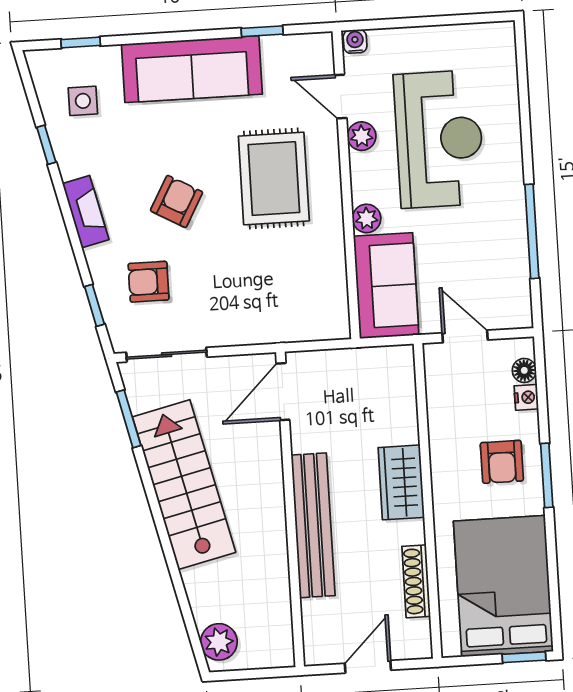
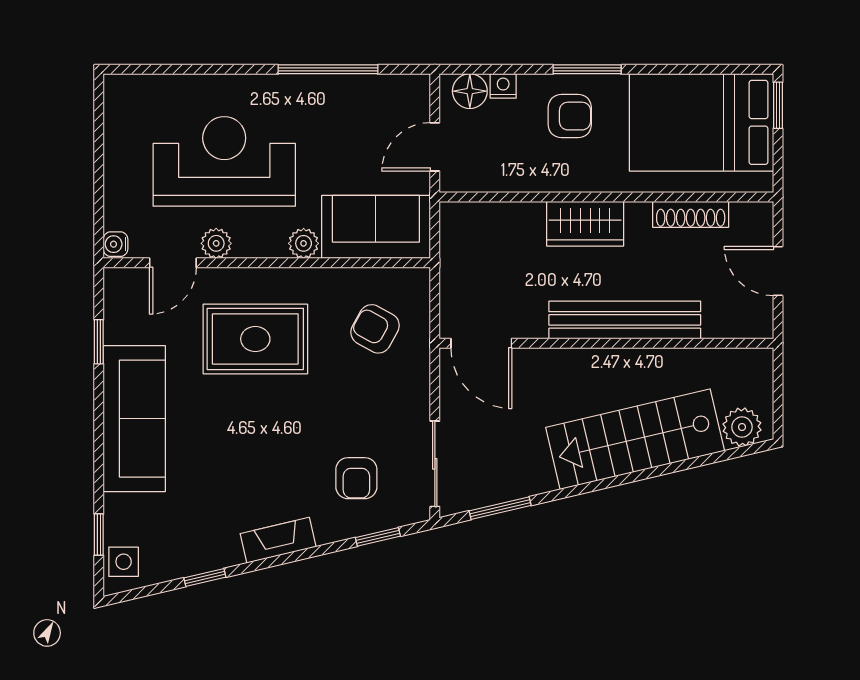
side table: (83, 101) -> (124, 562), moved
armchair: (177, 201) -> (375, 329), moved
floor lamp: (524, 370) -> (470, 91), width x1.37, depth x1.37
stairs: (184, 485) -> (635, 439), moved

